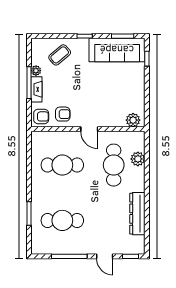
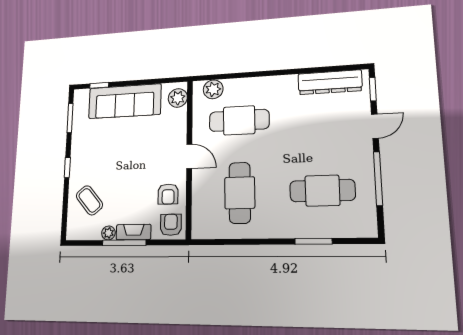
sofa: (117, 50) -> (125, 101), moved, turned 90
armchair: (63, 114) -> (168, 194), turned 180
door: (89, 129) -> (189, 156), hinge flipped
plant: (138, 159) -> (213, 89), moved
dresser: (137, 214) -> (330, 82), moved
cafe table: (62, 220) -> (322, 191), turned 90

